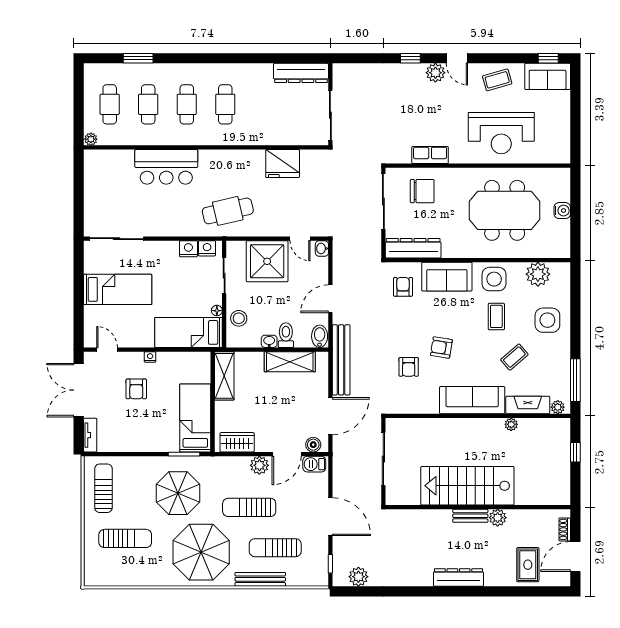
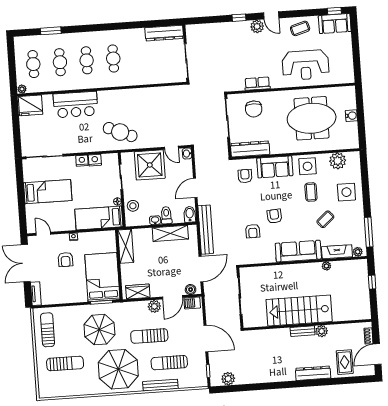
fridge: (283, 164) -> (31, 105), moved
chair: (422, 191) -> (254, 109), turned 90
cafe table: (228, 211) -> (120, 132), turned 36
nightstand: (207, 248) -> (82, 161), moved
armchair: (441, 348) -> (274, 216), turned 77
bed: (195, 418) -> (102, 277), width x1.50
dresser: (459, 577) -> (313, 373), moved

